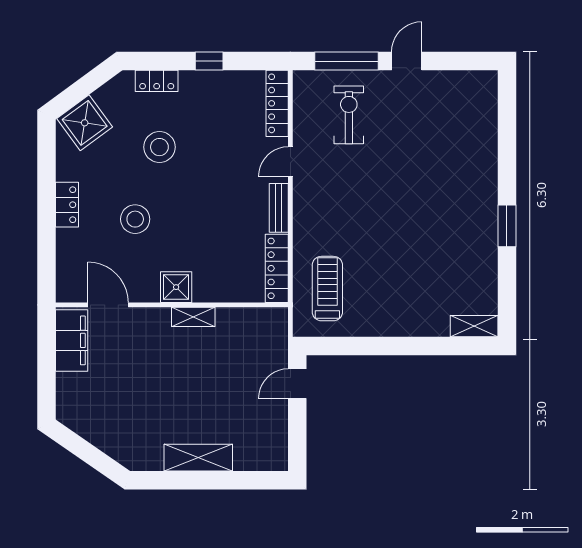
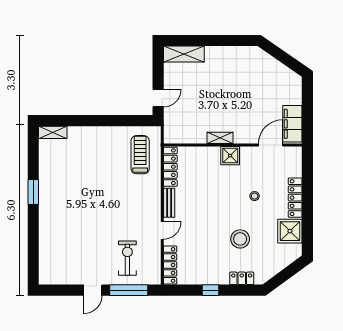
exercise bike: (349, 115) -> (127, 258), turned 180
shower: (85, 123) -> (290, 231), moved, turned 36
locker: (67, 205) -> (295, 198), width x1.53
stool: (135, 219) -> (255, 196), width x0.53, depth x0.53
treadmill: (327, 289) -> (140, 155), turned 180
door: (108, 305) -> (271, 145), swing flipped
shelving: (198, 458) -> (184, 54), moved

